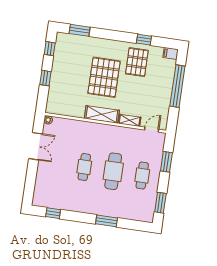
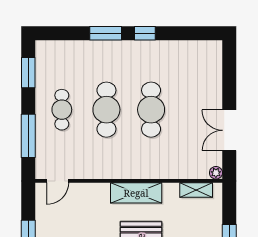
shelving: (130, 120) -> (196, 190), moved
window: (166, 162) -> (28, 136), width x1.44
cafe table: (84, 167) -> (151, 110), width x1.37, depth x1.35
window: (53, 213) -> (145, 33), moved

